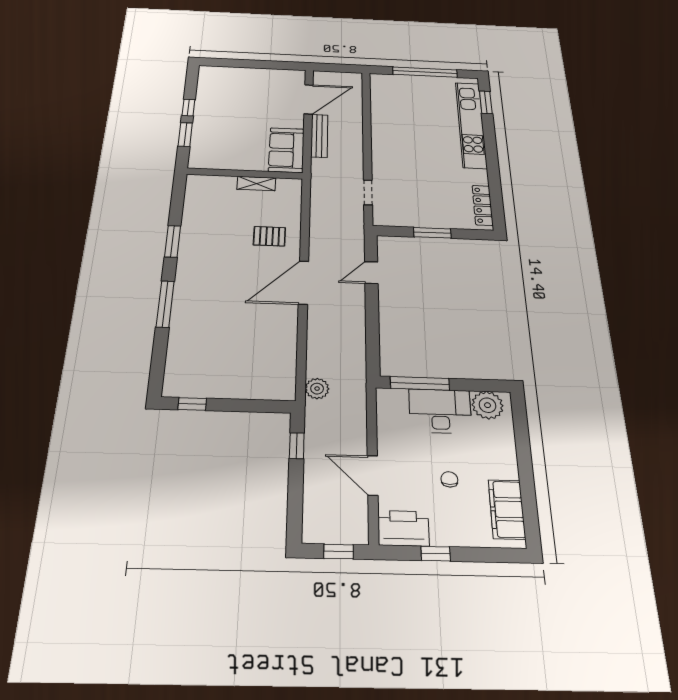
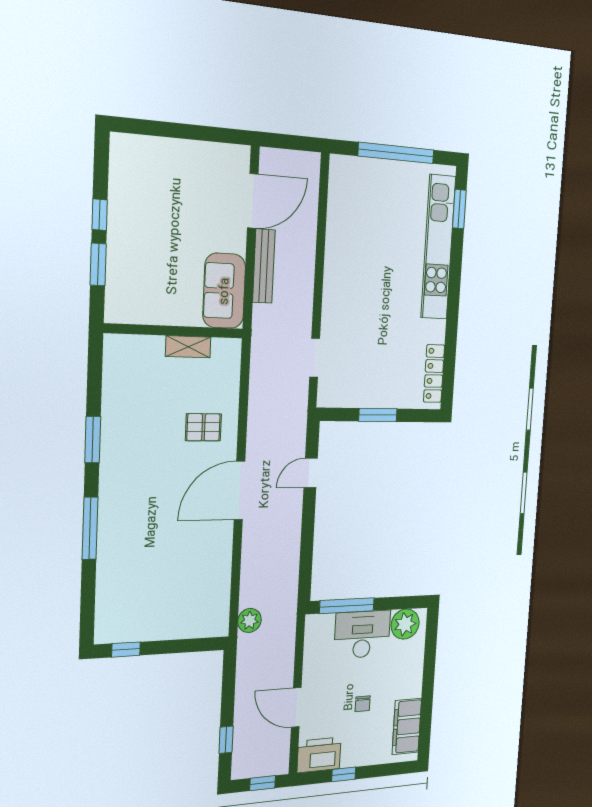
window: (297, 446) -> (226, 740), moved
chair: (449, 479) -> (363, 704), turned 180

